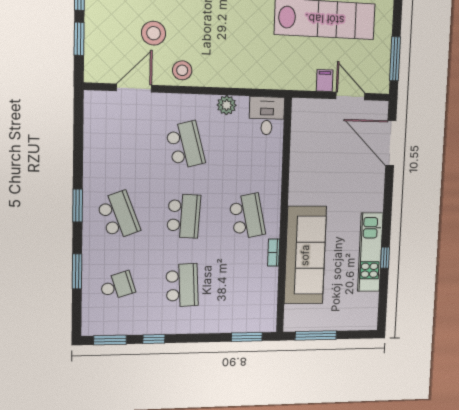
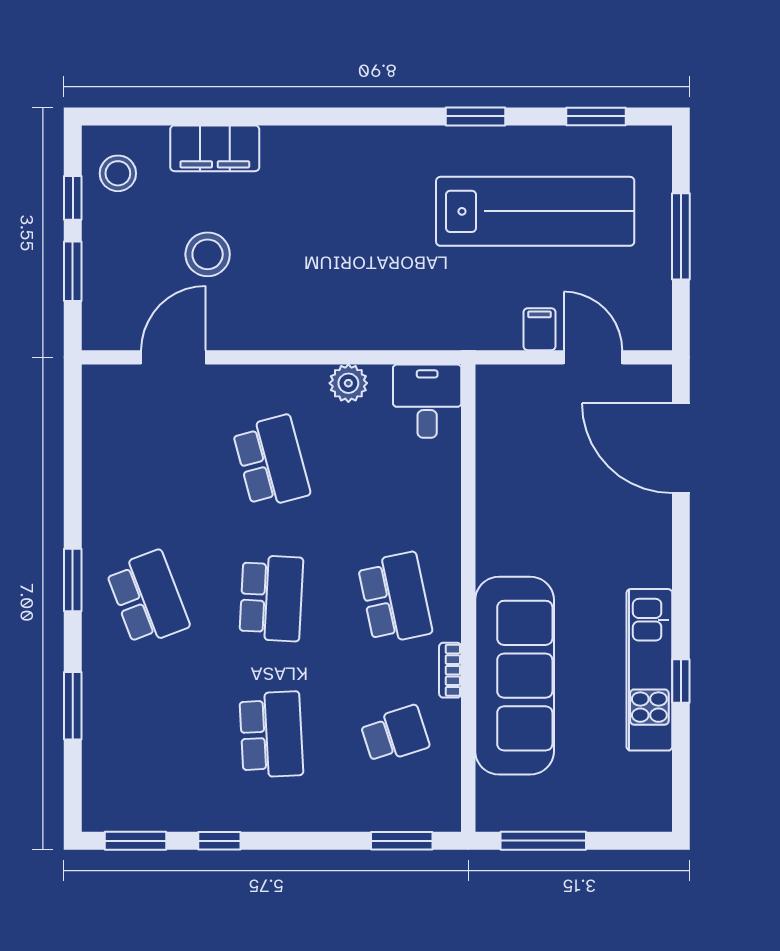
window: (395, 59) -> (681, 236), moved
stool: (182, 70) -> (262, 321), removed
school desk: (117, 286) -> (395, 735), moved

